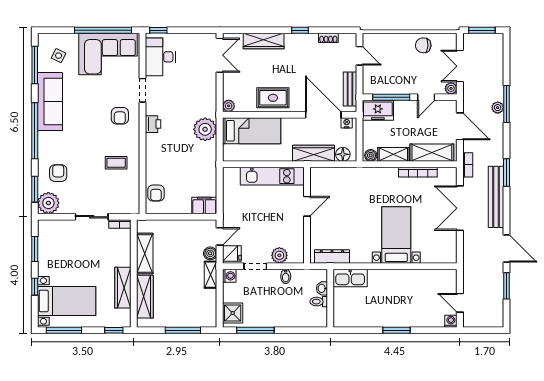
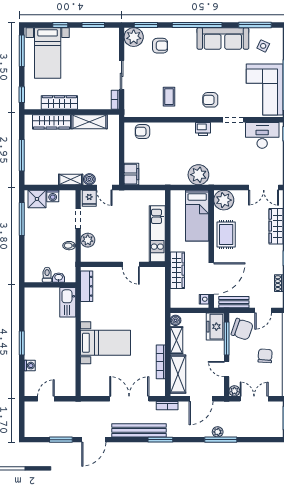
chair: (423, 45) -> (265, 356), moved
chair: (381, 80) -> (242, 329), added
plant: (229, 106) -> (224, 200), width x1.88, depth x1.88
floor lamp: (343, 154) -> (177, 296), removed
washing machine: (229, 276) -> (53, 196), moved
washing machine: (451, 321) -> (30, 366), moved

